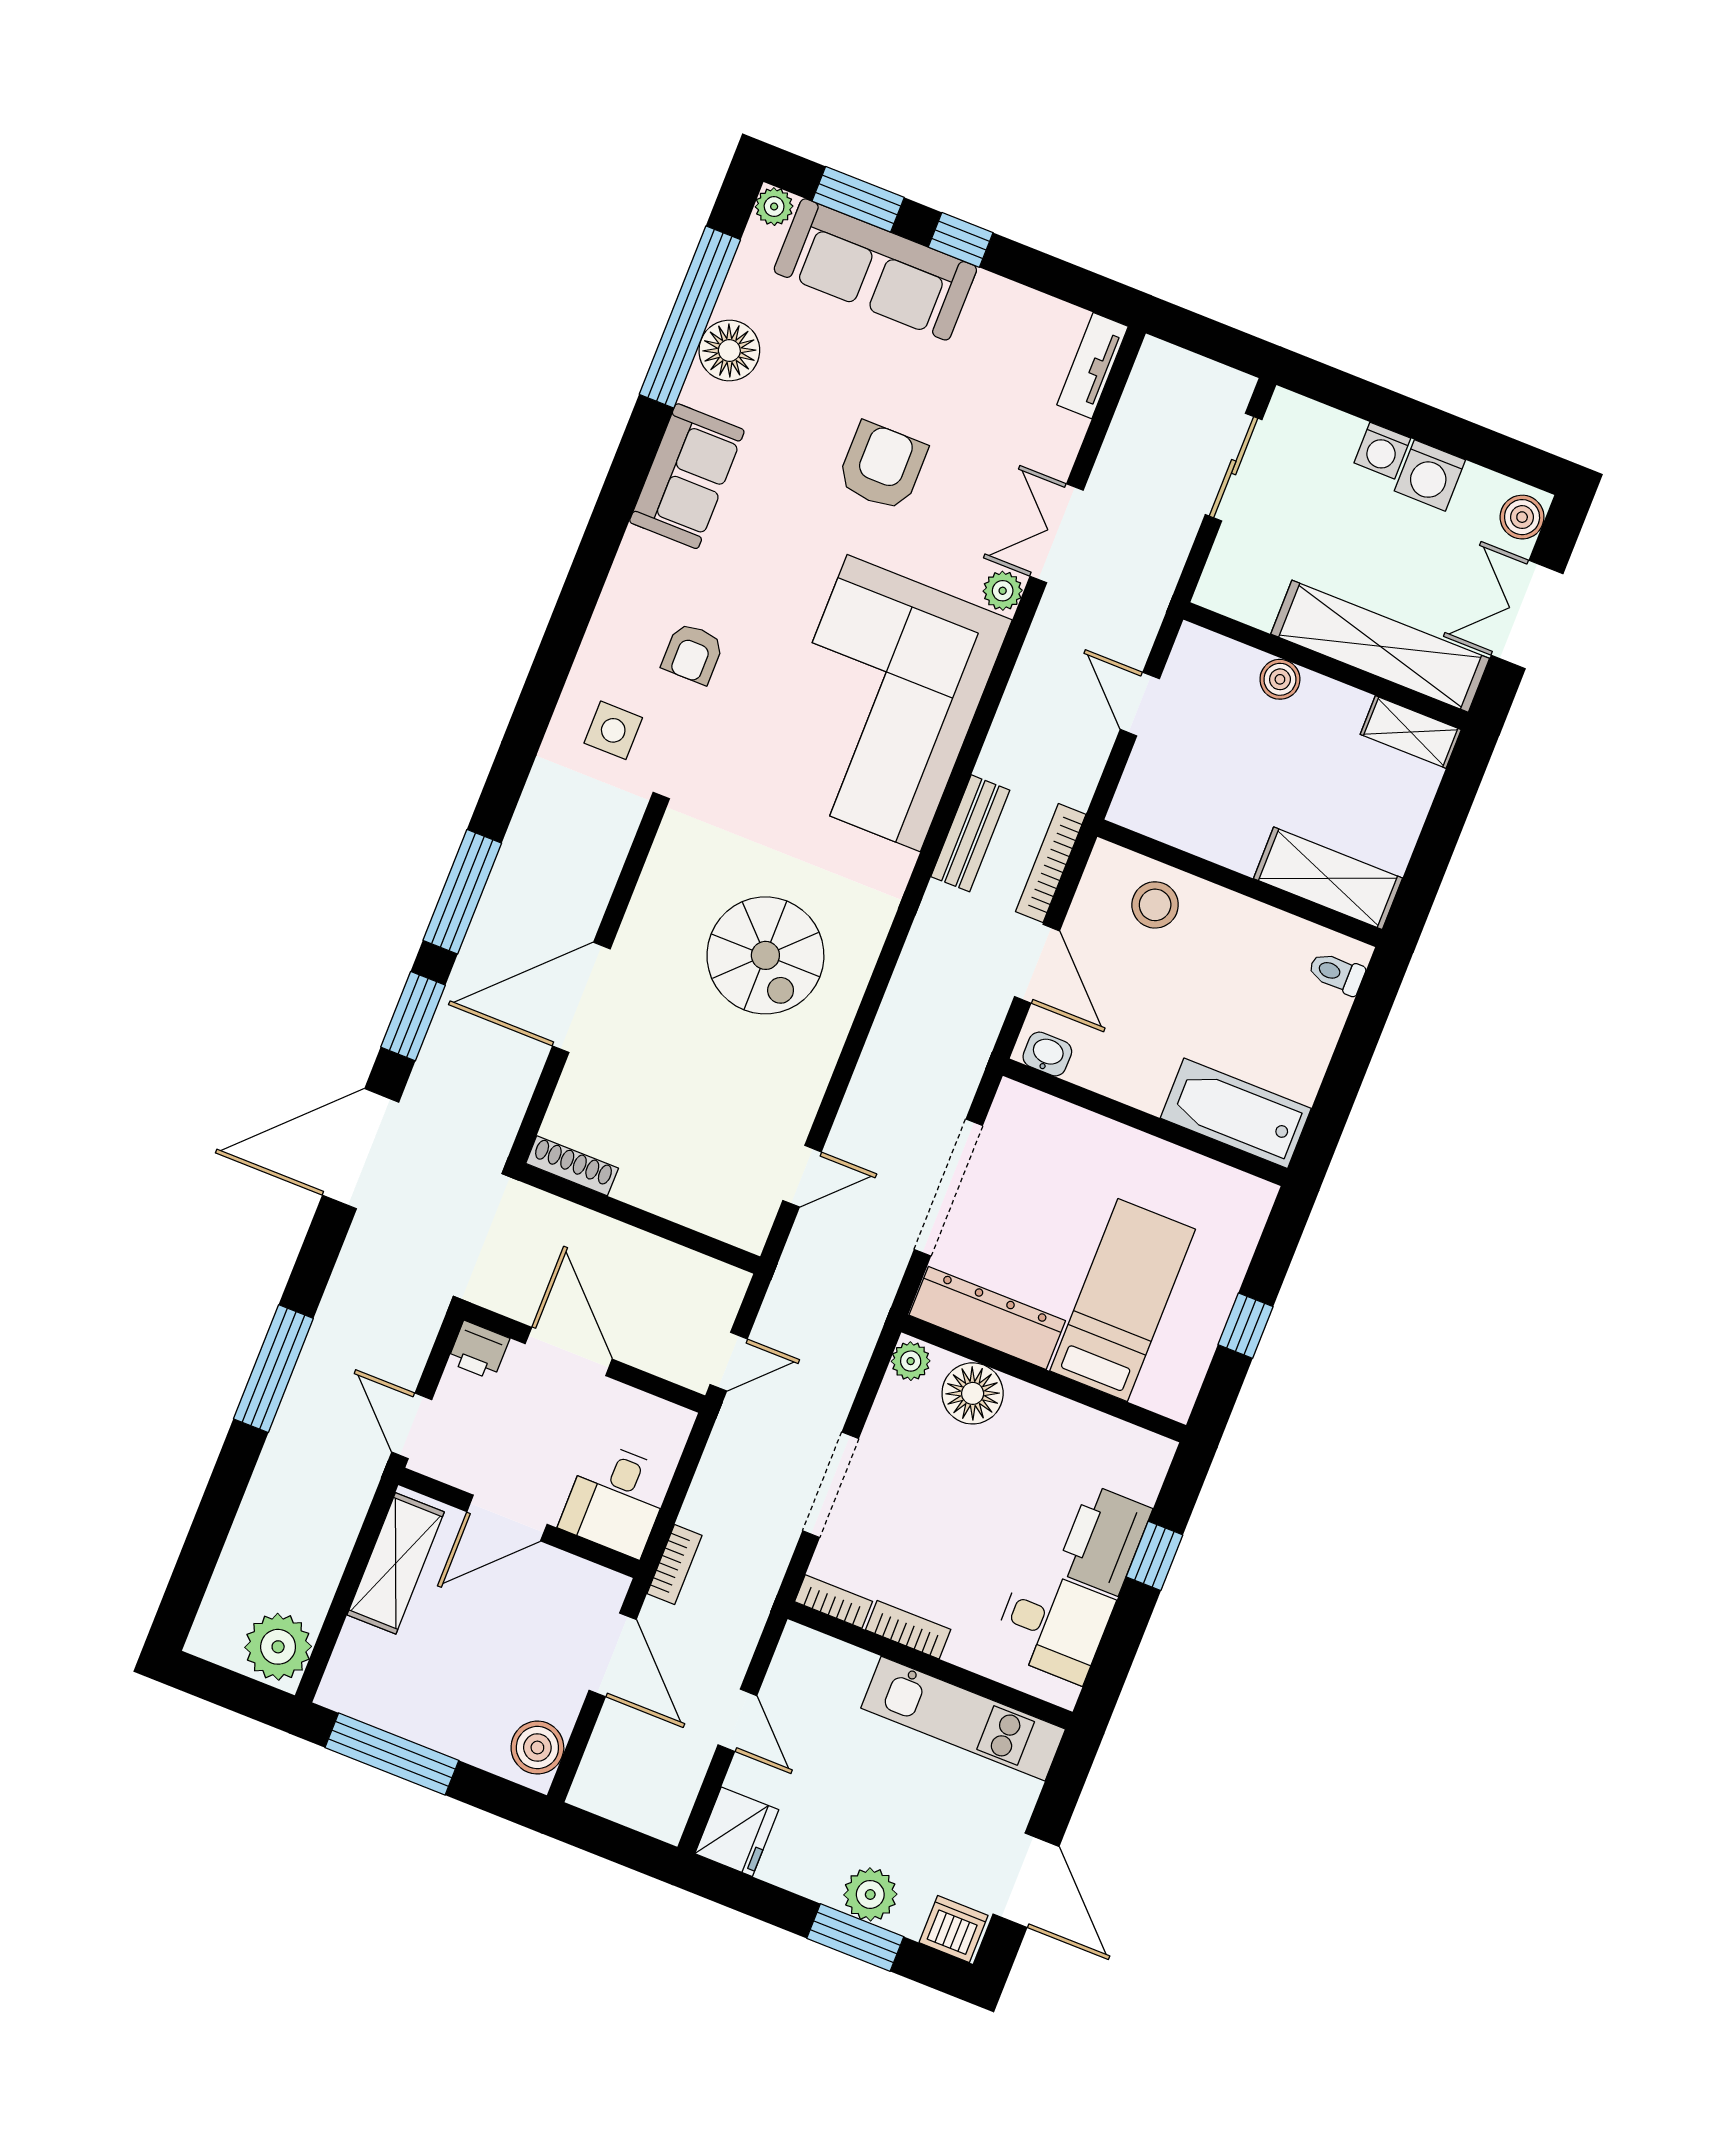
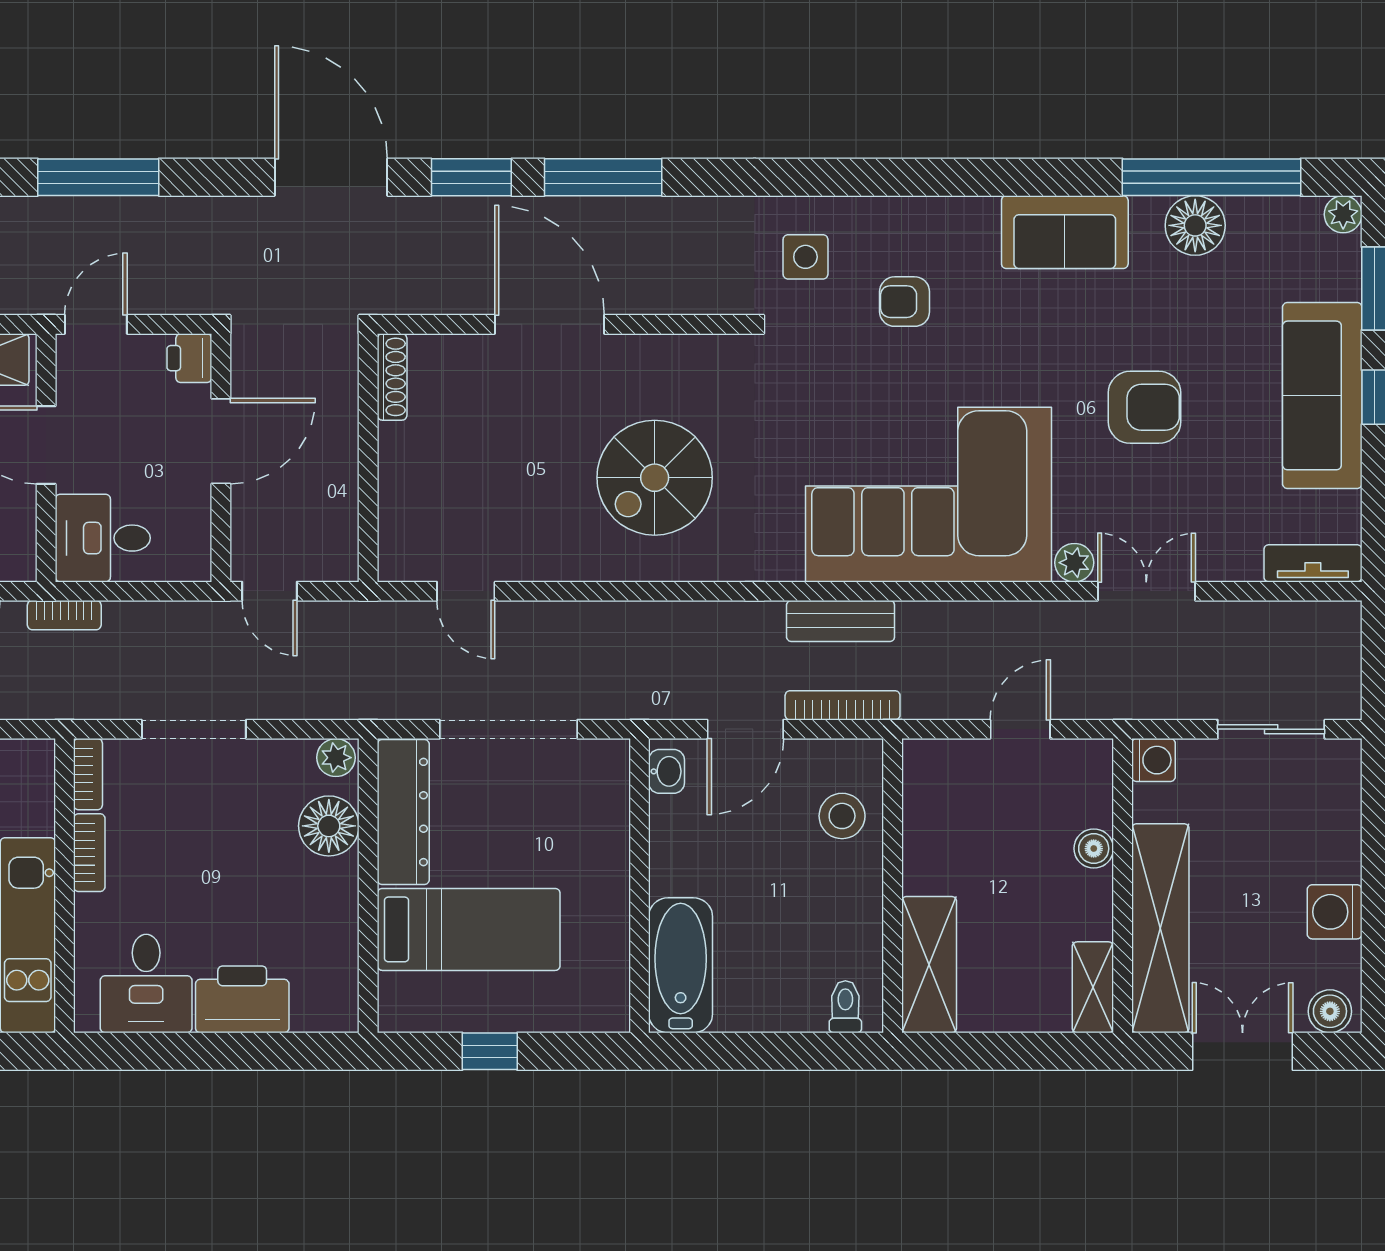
sofa: (875, 269) -> (1322, 395), moved
washing machine: (1382, 451) -> (1153, 760), moved, turned 180
window: (1154, 1556) -> (246, 1051), removed

